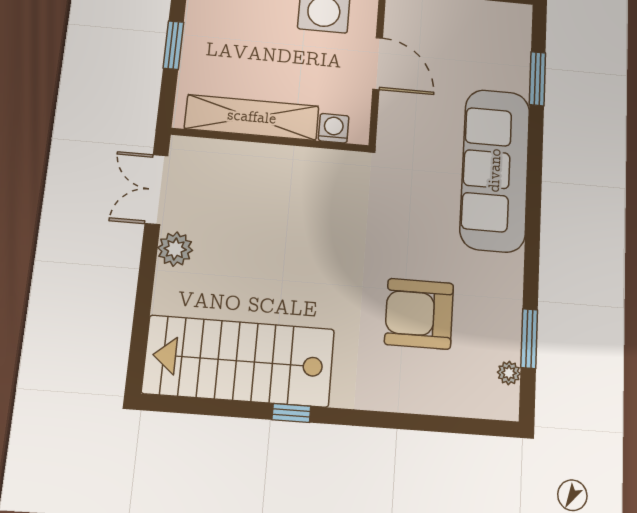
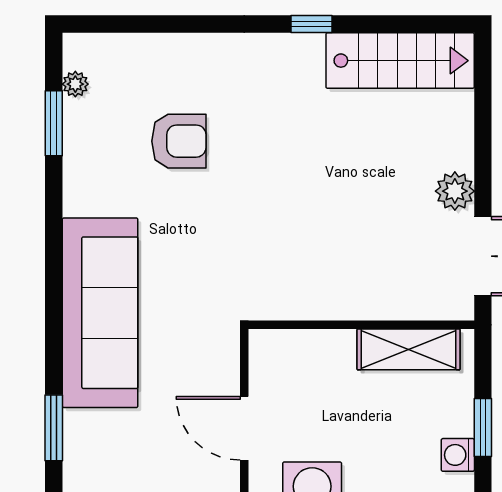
shelving: (252, 117) -> (409, 349), width x0.68
washing machine: (334, 128) -> (458, 455), moved, turned 90
armchair: (419, 314) -> (179, 141), width x0.73, depth x0.73
stairs: (239, 361) -> (400, 61), width x0.73, depth x0.66

